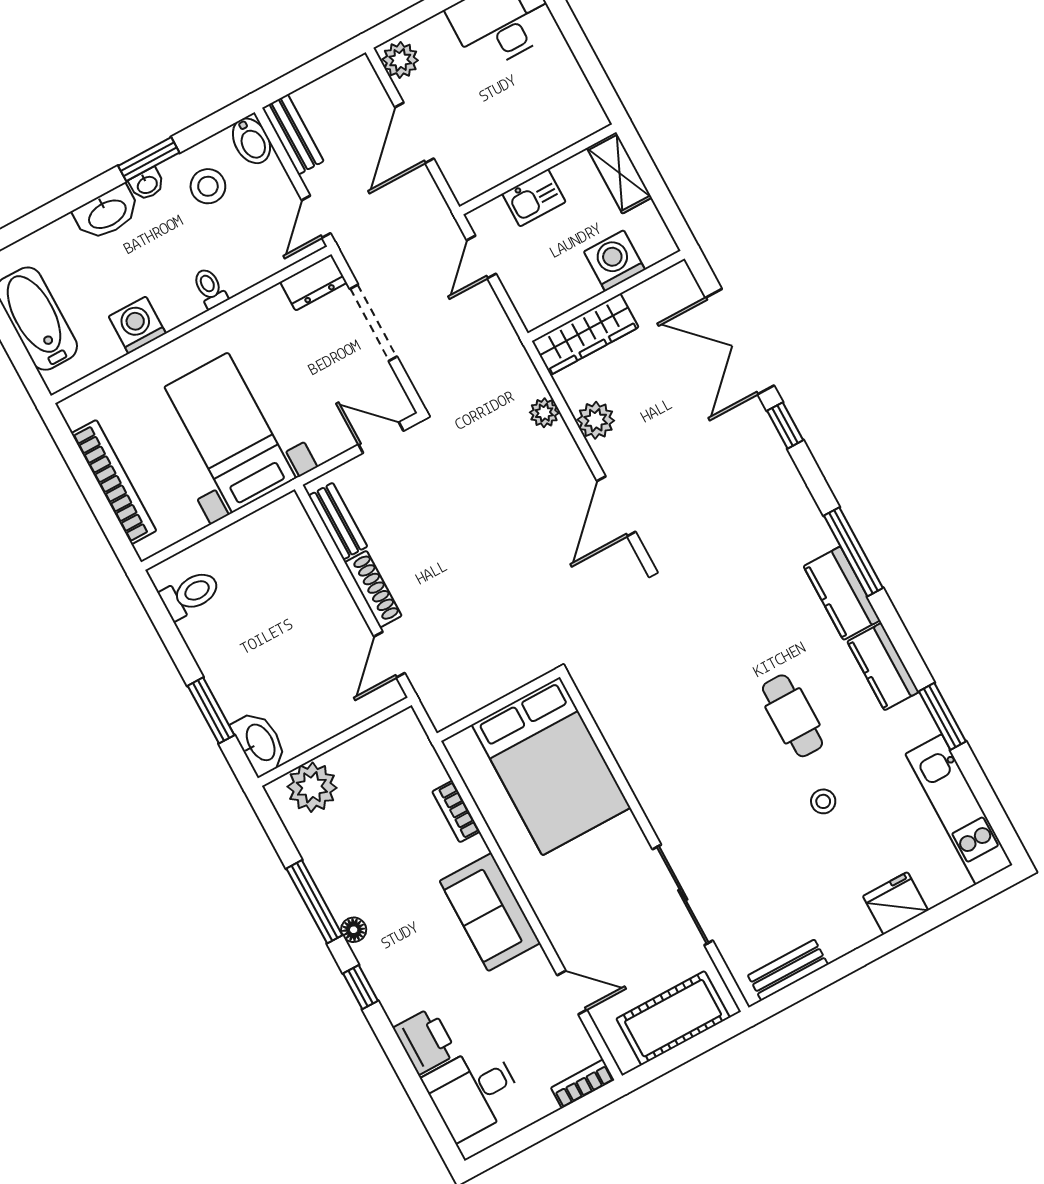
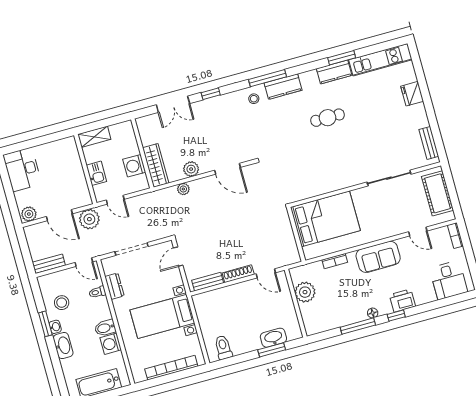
bidet: (251, 141) -> (105, 328), moved, turned 180
plant: (421, 206) -> (89, 219), added
washing machine: (614, 261) -> (134, 166), moved
dresser: (313, 282) -> (114, 286), moved
toilet: (210, 288) -> (97, 292), moved
double door: (740, 342) -> (173, 104), width x0.73
kitchen counter: (883, 667) -> (334, 72), moved
washbasin: (260, 743) -> (273, 338), moved
plant: (312, 787) -> (305, 292), moved
stool: (823, 801) -> (254, 99), moved
door: (572, 992) -> (418, 231), swing flipped
printer: (425, 1041) -> (402, 300), moved

